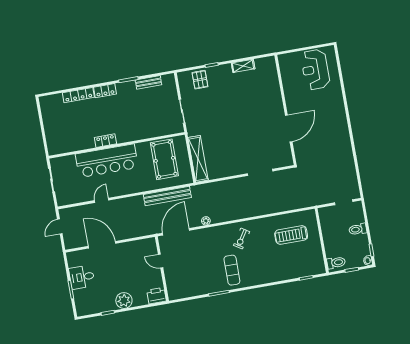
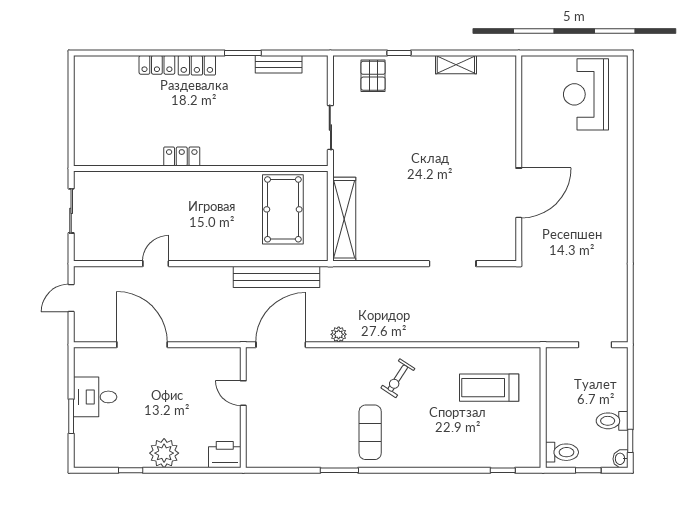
locker: (78, 95) -> (157, 65), width x0.66
bar counter: (107, 161) -> (178, 193), removed
toilet: (358, 229) -> (612, 421), moved

